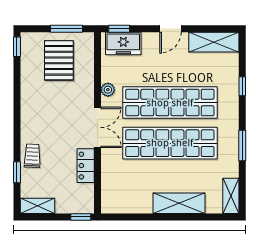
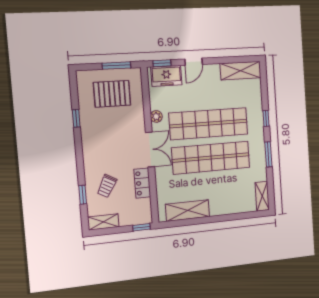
door: (170, 29) -> (194, 62), moved
window: (17, 47) -> (76, 118), moved
pallet: (59, 60) -> (112, 94), turned 90
window: (242, 86) -> (266, 118), moved
trolley: (32, 156) -> (107, 186), moved, turned -153
shelving: (179, 203) -> (188, 210), moved

